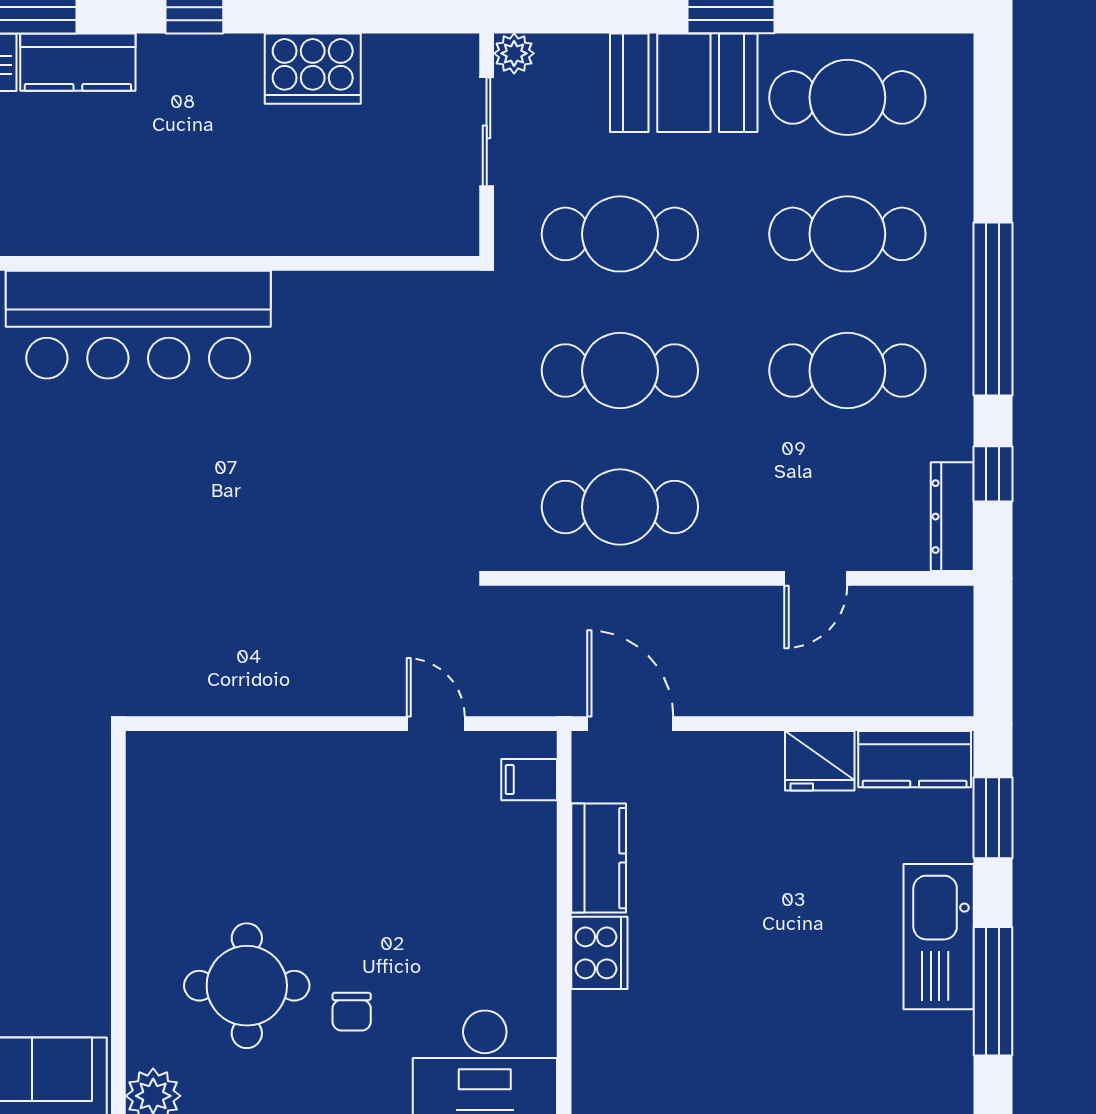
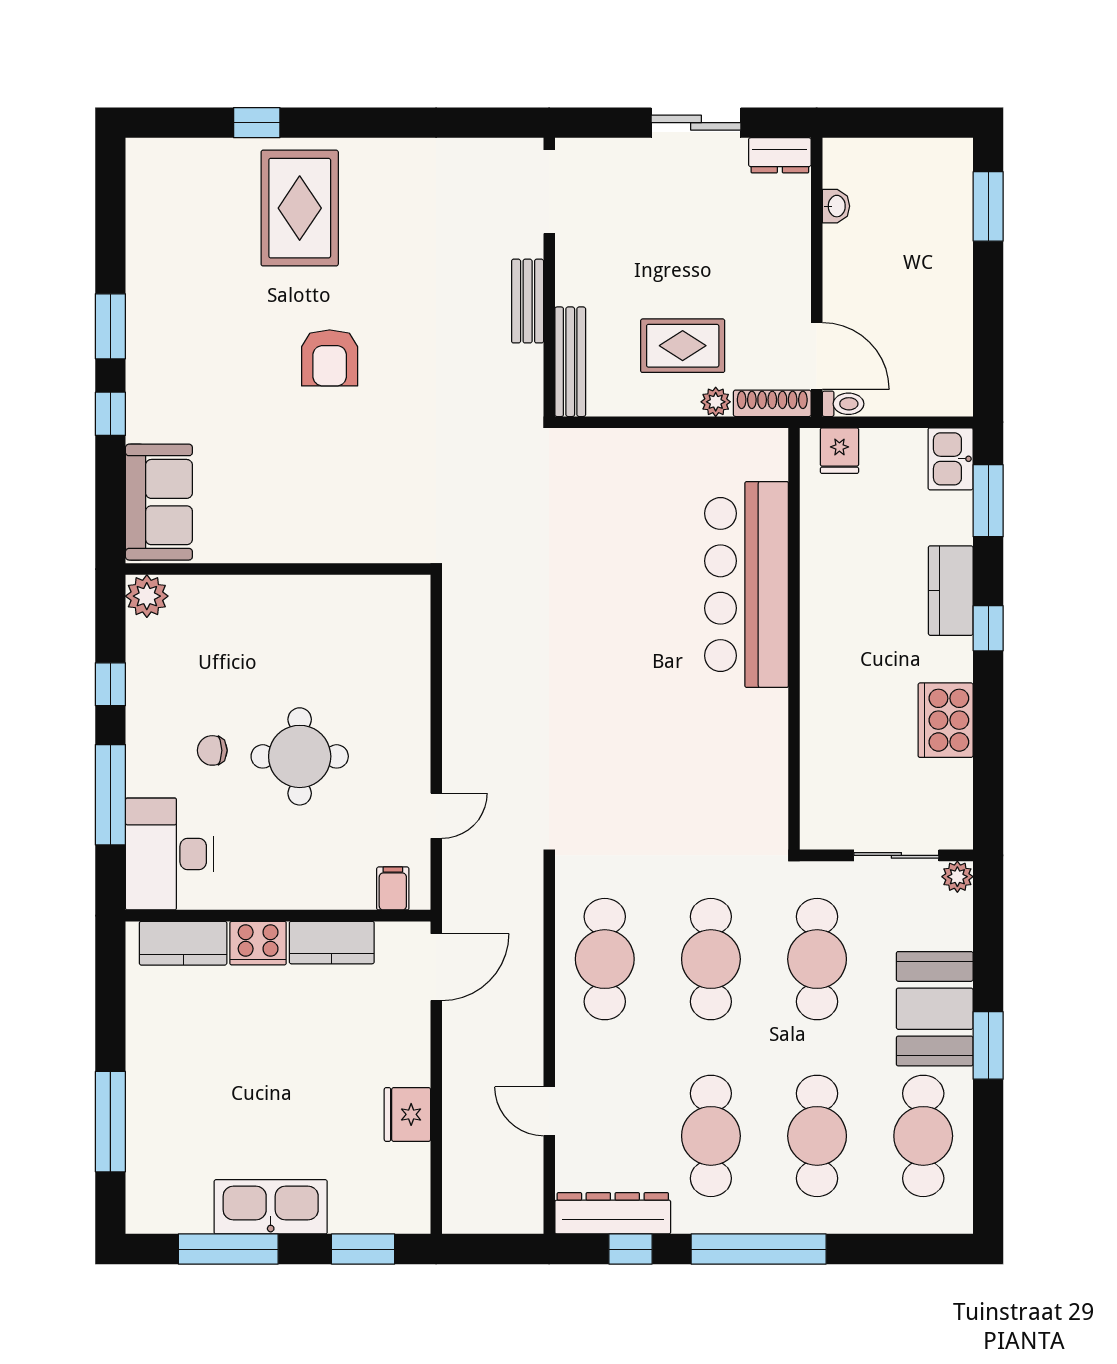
kitchen counter: (78, 62) -> (951, 591), moved
dresser: (952, 517) -> (613, 1213), width x1.37, depth x1.24
kitchen counter: (915, 759) -> (183, 943), moved, turned -90
round table: (247, 986) -> (300, 756), moved

